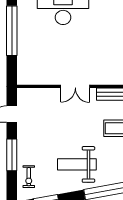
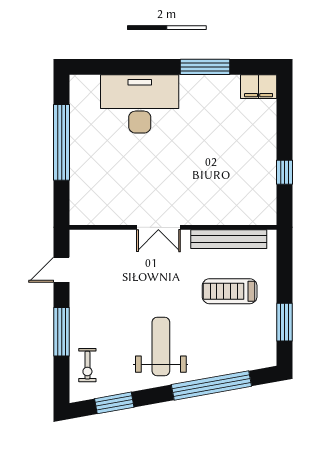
weight bench: (77, 164) -> (161, 346), turned 90

